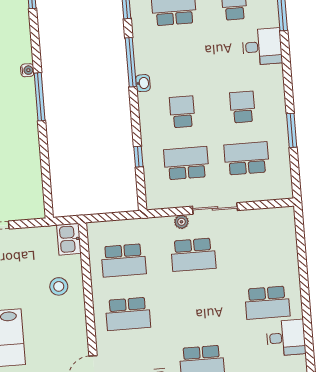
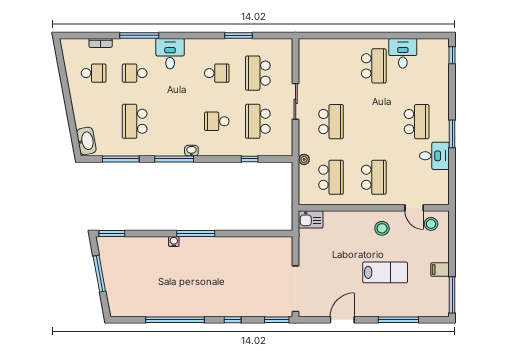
school desk: (242, 107) -> (217, 73), turned 180
plant: (181, 222) -> (304, 159), moved
stool: (59, 286) -> (382, 228), moved

